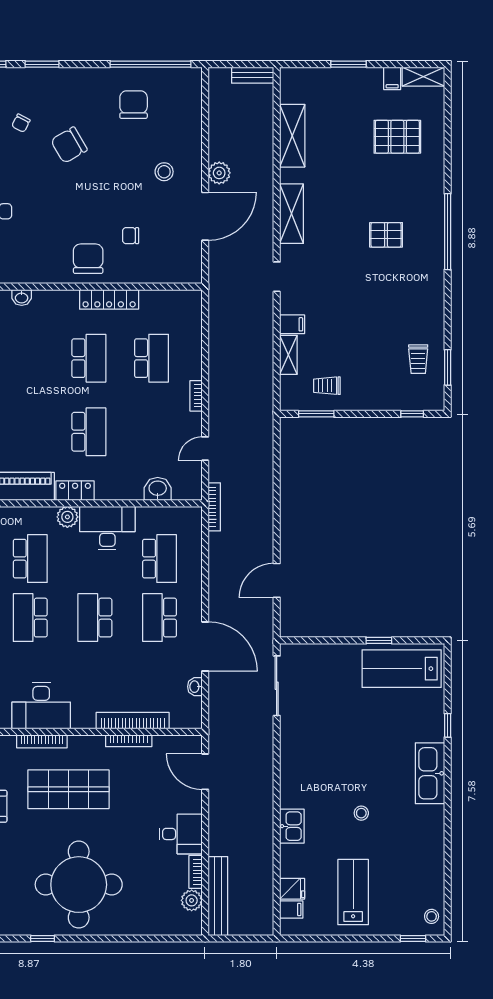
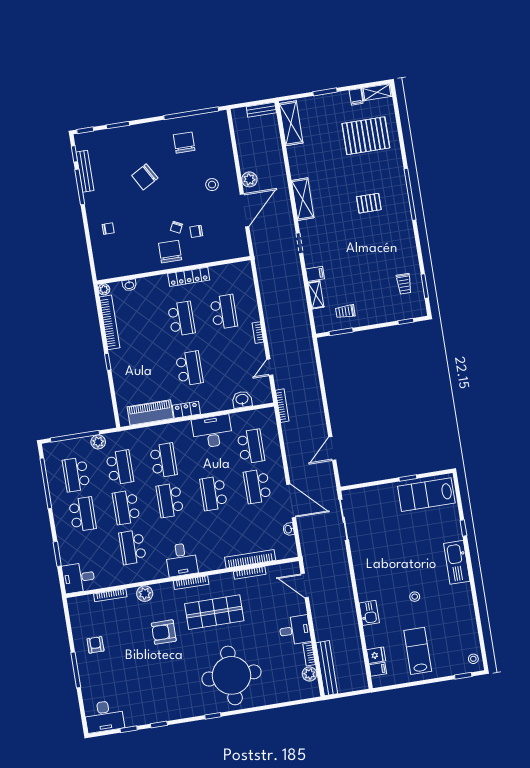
chair: (21, 123) -> (176, 227), moved
shelving: (292, 136) -> (291, 123), moved
pallet: (397, 137) -> (366, 136), width x1.37, depth x1.41
plant: (67, 517) -> (184, 428), removed
desk: (41, 706) -> (181, 560), width x0.73

